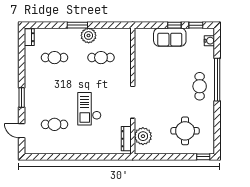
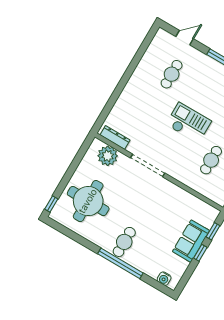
window: (196, 25) -> (213, 231), moved
cafe table: (200, 86) -> (124, 242), turned 90
checkout: (89, 109) -> (189, 123), moved
round table: (185, 131) -> (88, 201), width x1.36, depth x1.36

